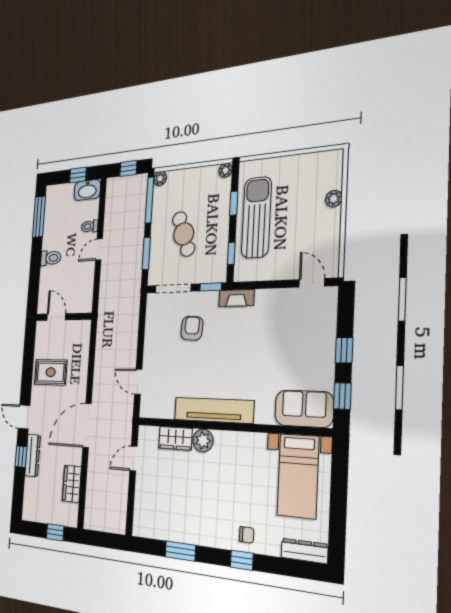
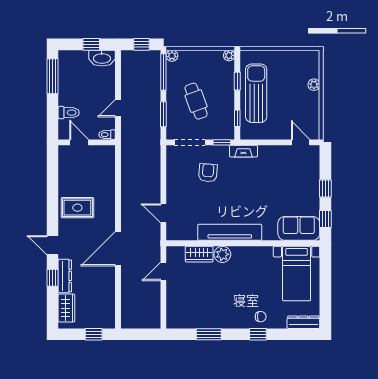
toilet: (90, 226) -> (107, 135), moved
door: (56, 317) -> (79, 142), moved
wall: (64, 317) -> (87, 142), moved
wardrobe: (72, 484) -> (66, 308), moved, turned 180

